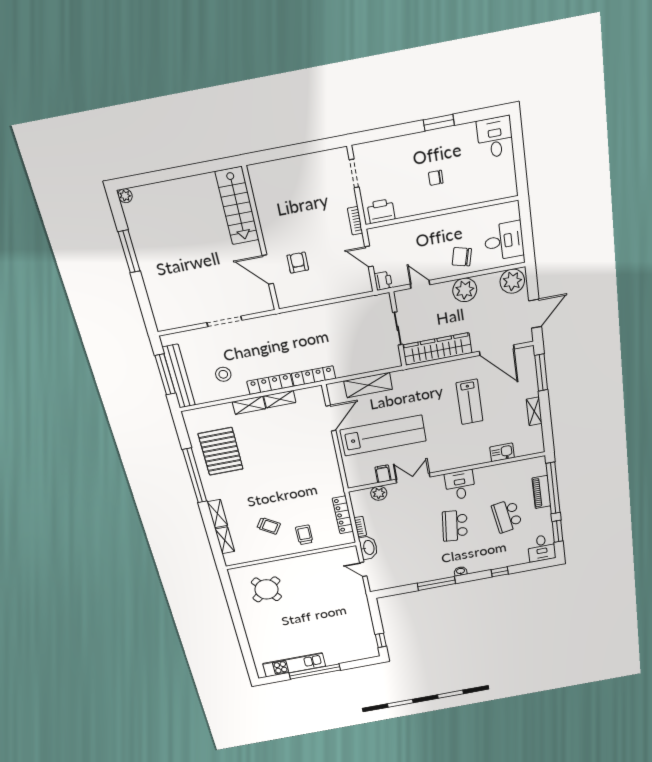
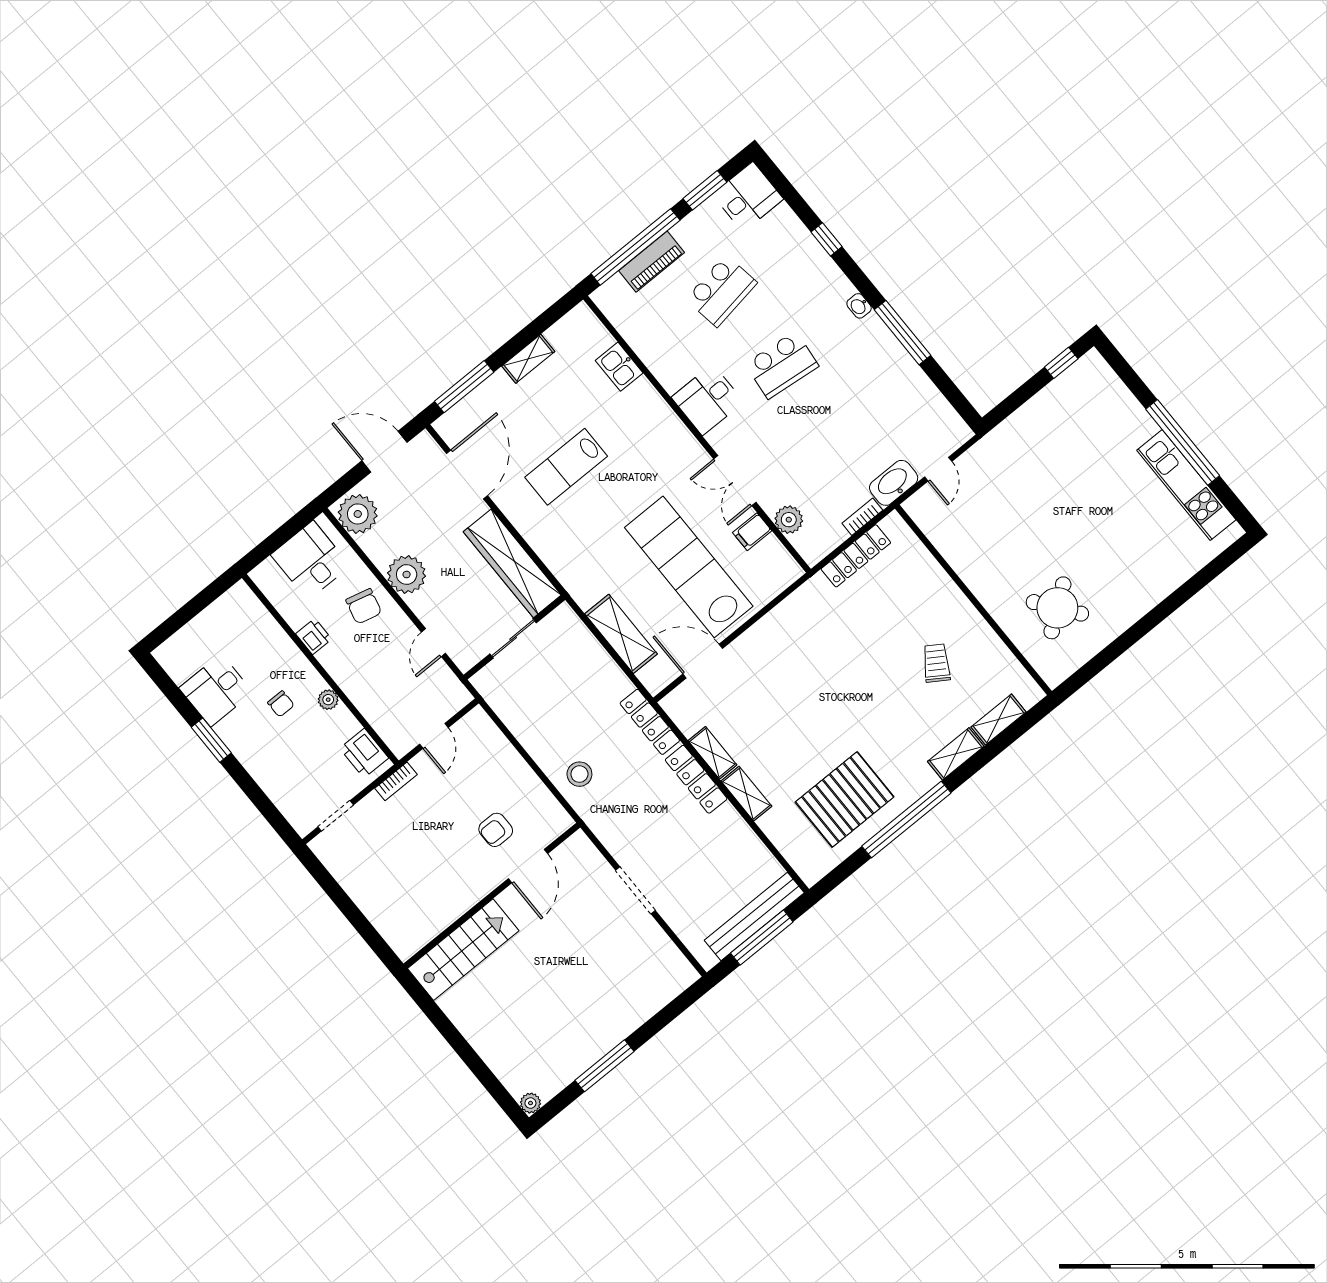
desk: (495, 137) -> (216, 690), moved
plant: (423, 207) -> (328, 700), added
printer: (383, 281) -> (314, 636), moved, turned 90
stool: (223, 374) -> (579, 774), moved
lab bench: (470, 402) -> (566, 467), turned 180
trolley: (304, 535) -> (923, 598), removed

